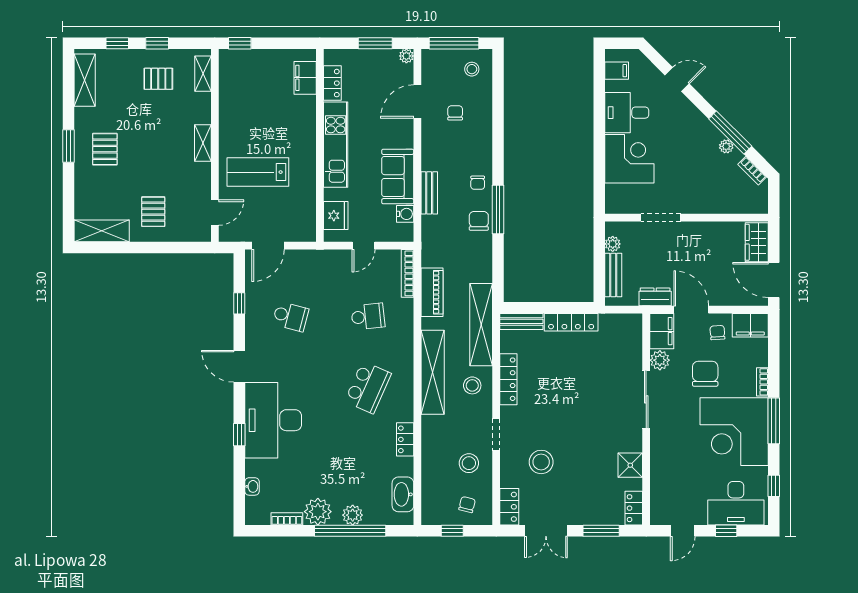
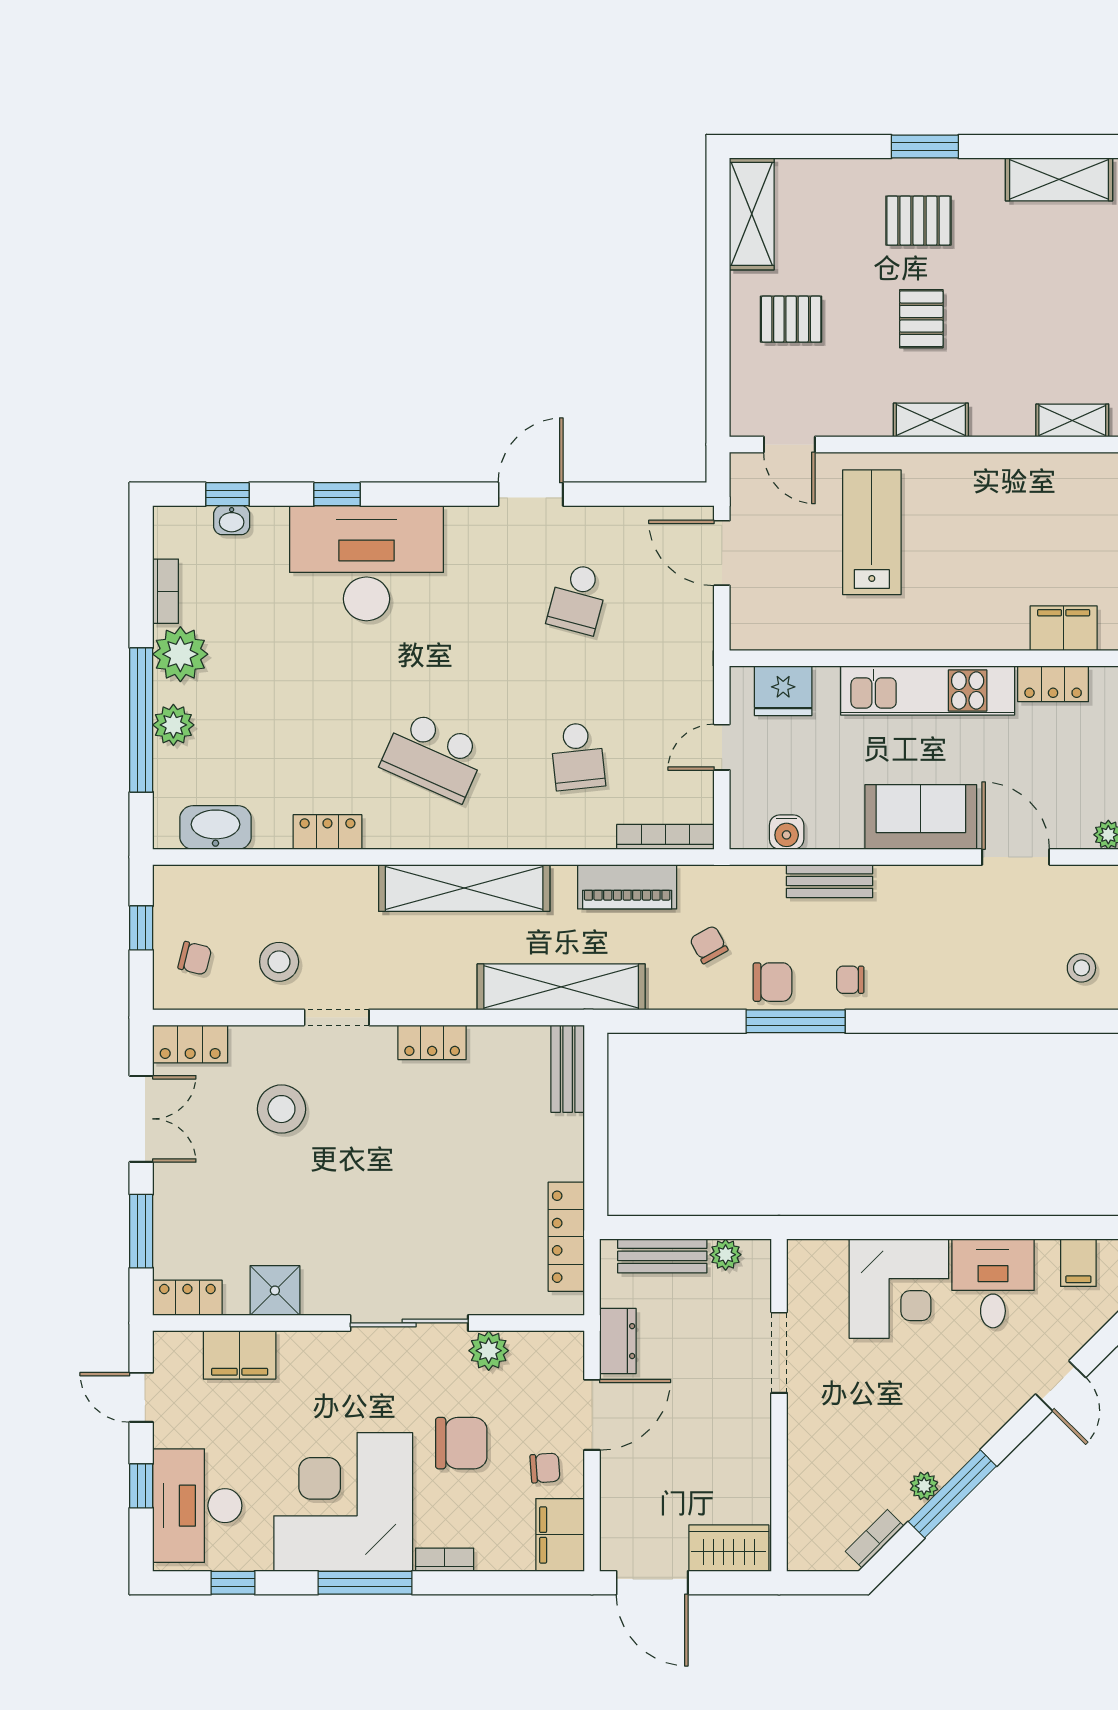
pallet: (158, 79) -> (921, 319), moved
chair: (455, 113) -> (709, 945), moved, turned -119
sofa: (398, 177) -> (921, 817), moved
door: (363, 246) -> (722, 747), hinge flipped
door: (774, 280) -> (652, 1583), swing flipped
window: (239, 303) -> (227, 494), moved
locker: (571, 322) -> (566, 1237), moved
filing cabinet: (662, 331) -> (240, 1355), moved
door: (239, 366) -> (531, 494), moved
locker: (508, 379) -> (432, 1042), width x0.66
stool: (472, 385) -> (437, 969), removed
double door: (546, 531) -> (141, 1119), swing flipped

